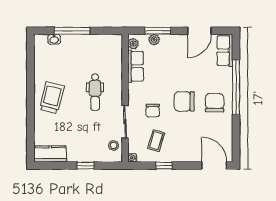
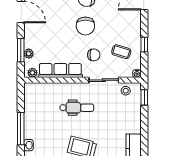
row of seats: (136, 66) -> (60, 71), width x1.48
window: (86, 166) -> (144, 97), moved

